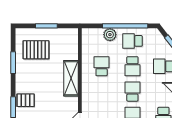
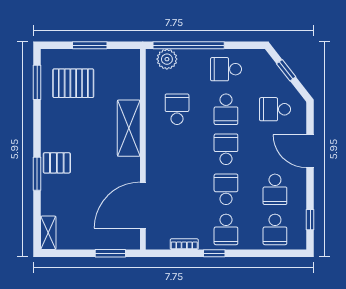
window: (125, 26) -> (189, 45), moved
plant: (110, 35) -> (167, 59), moved
window: (13, 63) -> (37, 82), moved

